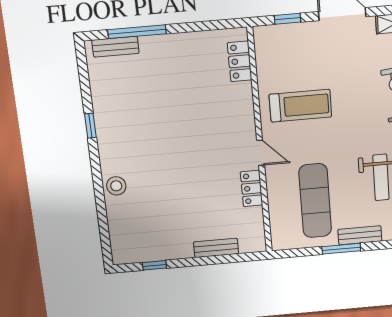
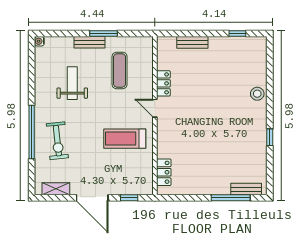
exercise mat: (315, 201) -> (120, 70), width x0.73, depth x0.69

